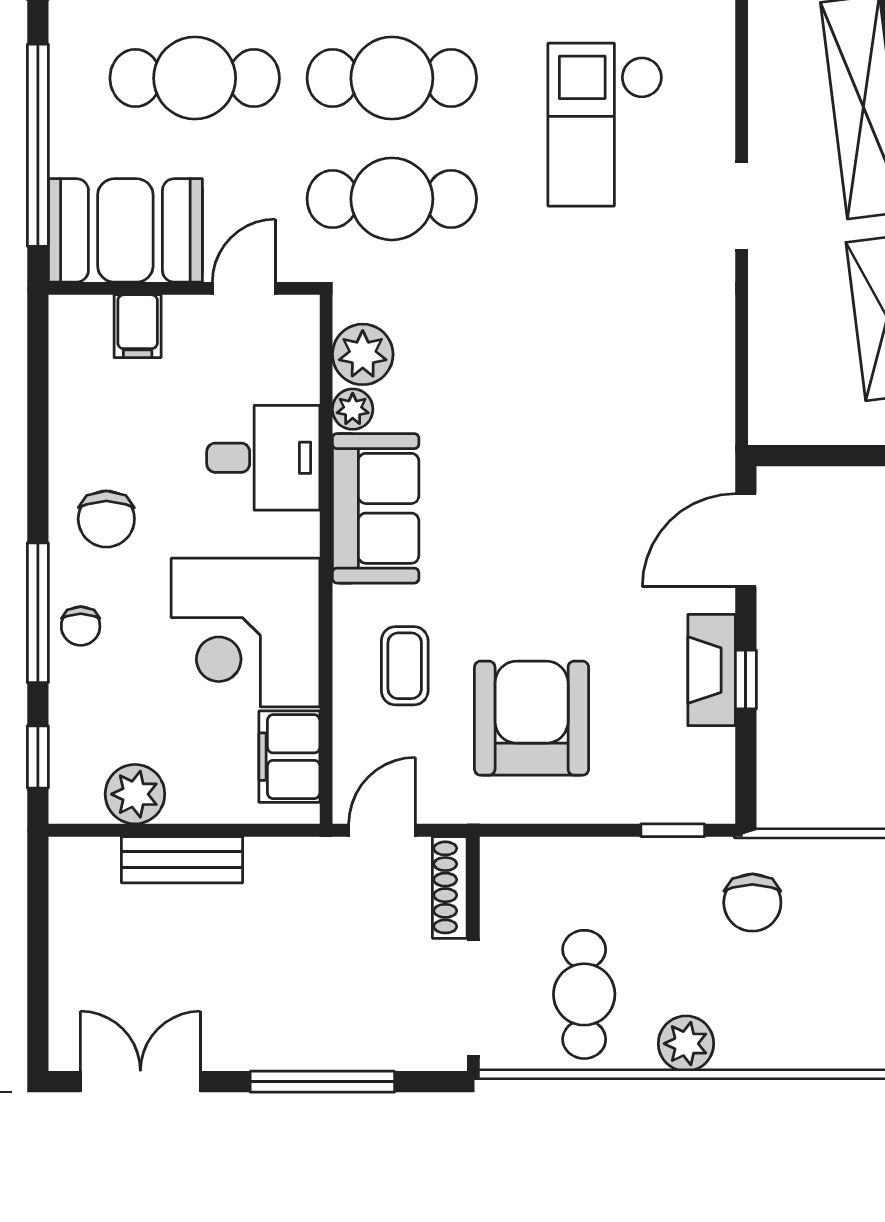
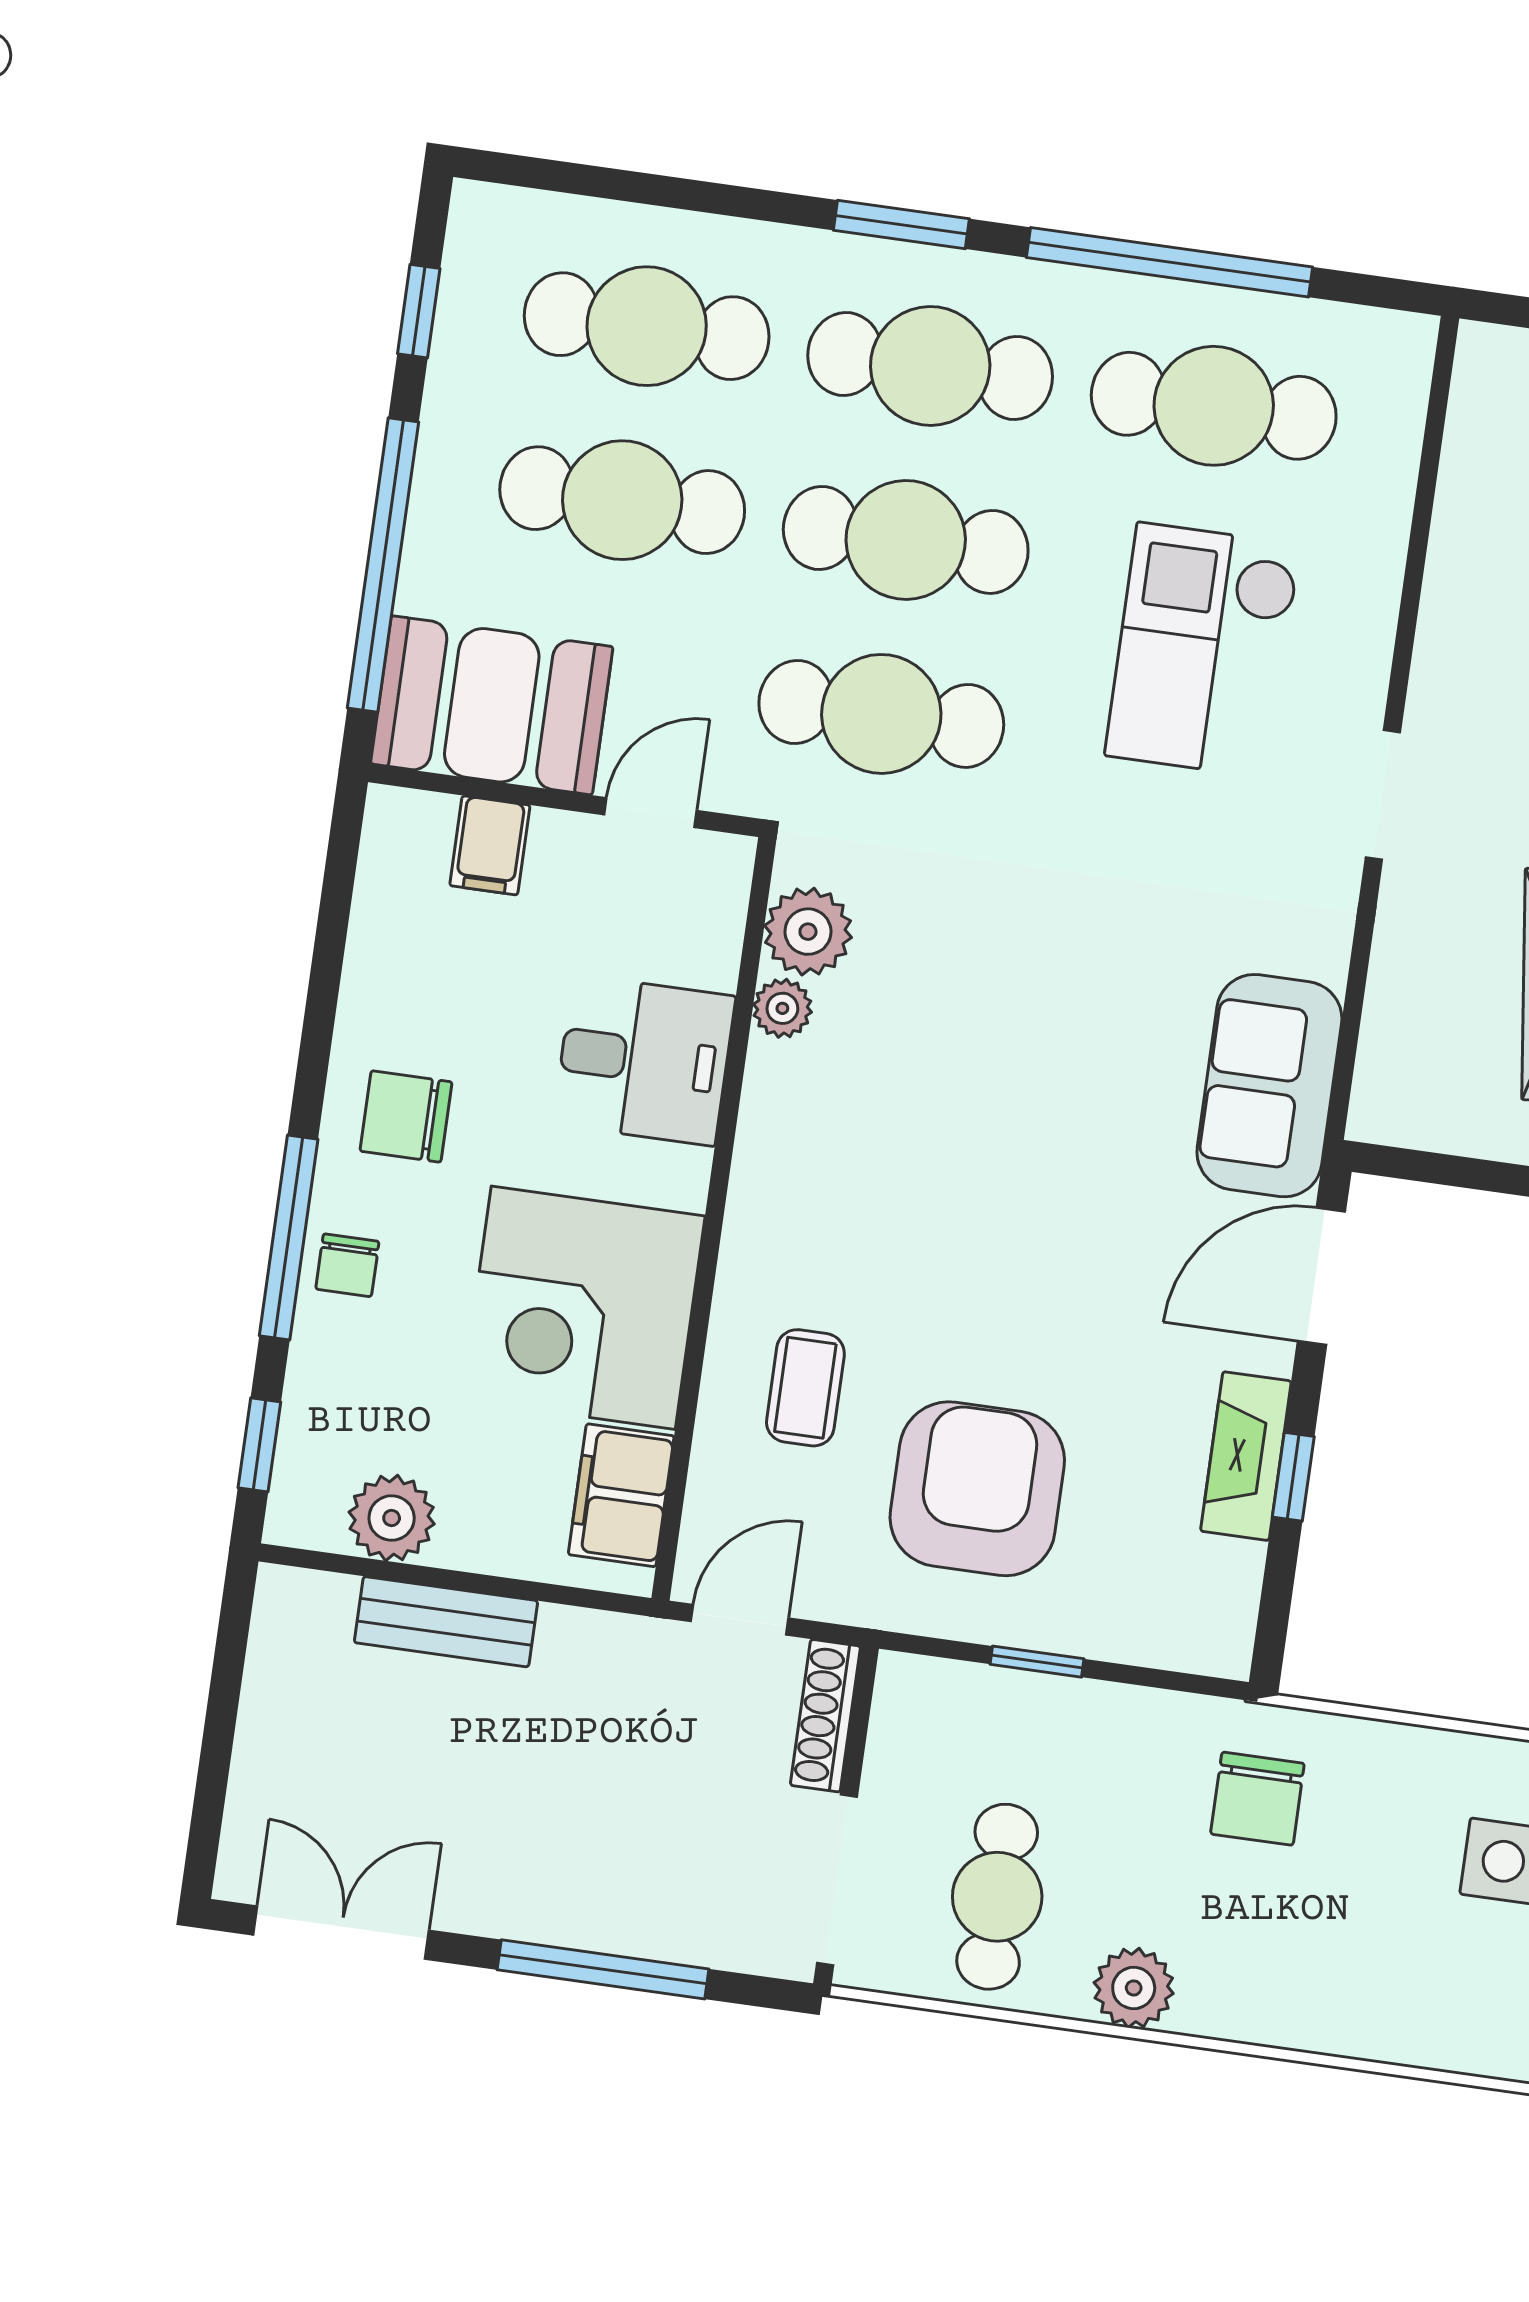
sofa: (376, 508) -> (1269, 1086), moved, turned 180
chair: (106, 519) -> (406, 1116), turned 90
window: (673, 830) -> (1037, 1662), moved

